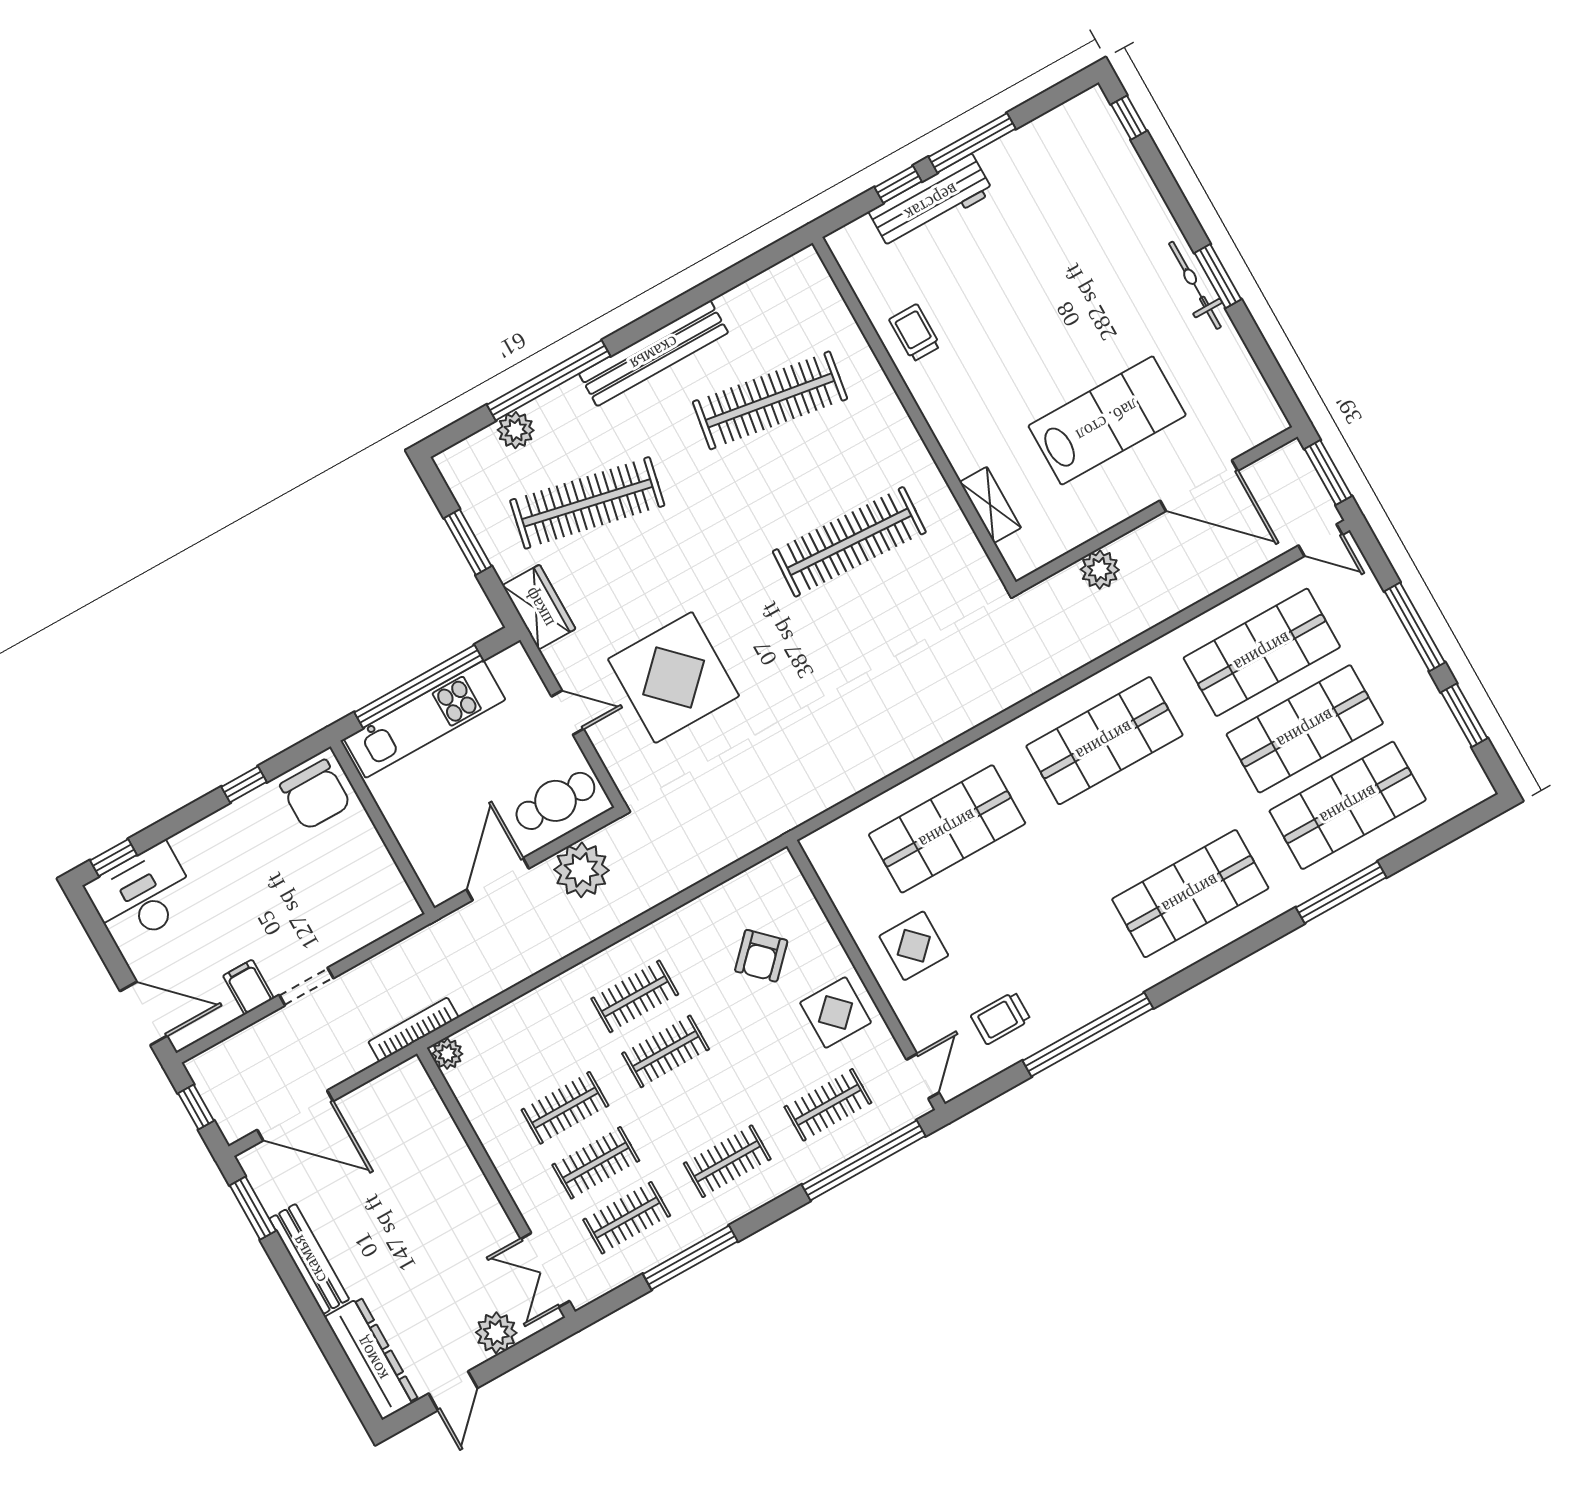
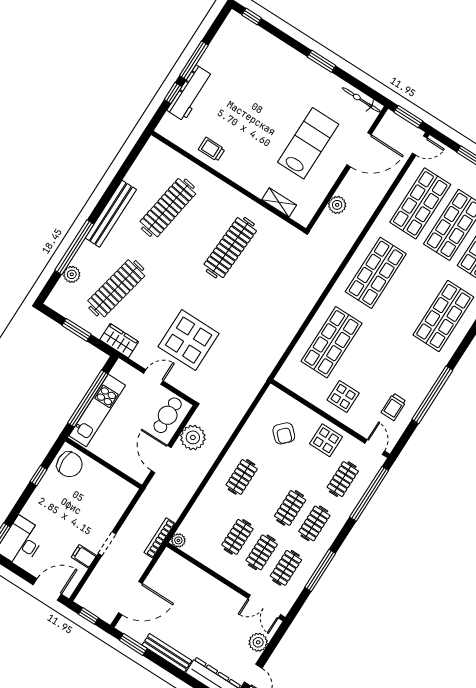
bicycle: (1195, 285) -> (361, 100), moved
clothes rail: (666, 1051) -> (290, 508), moved

